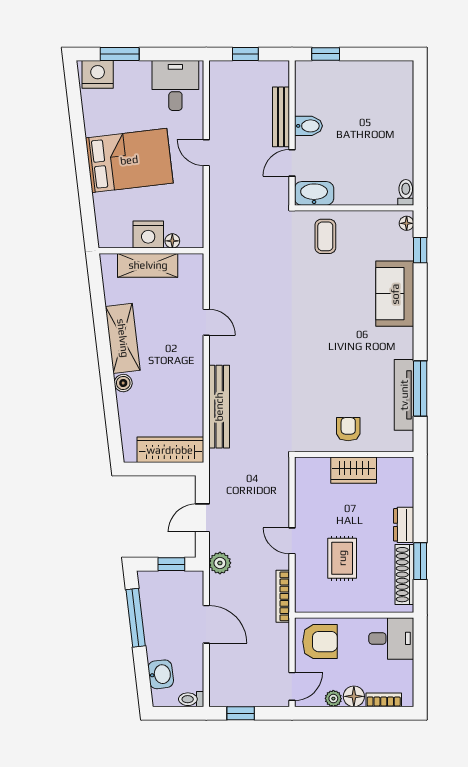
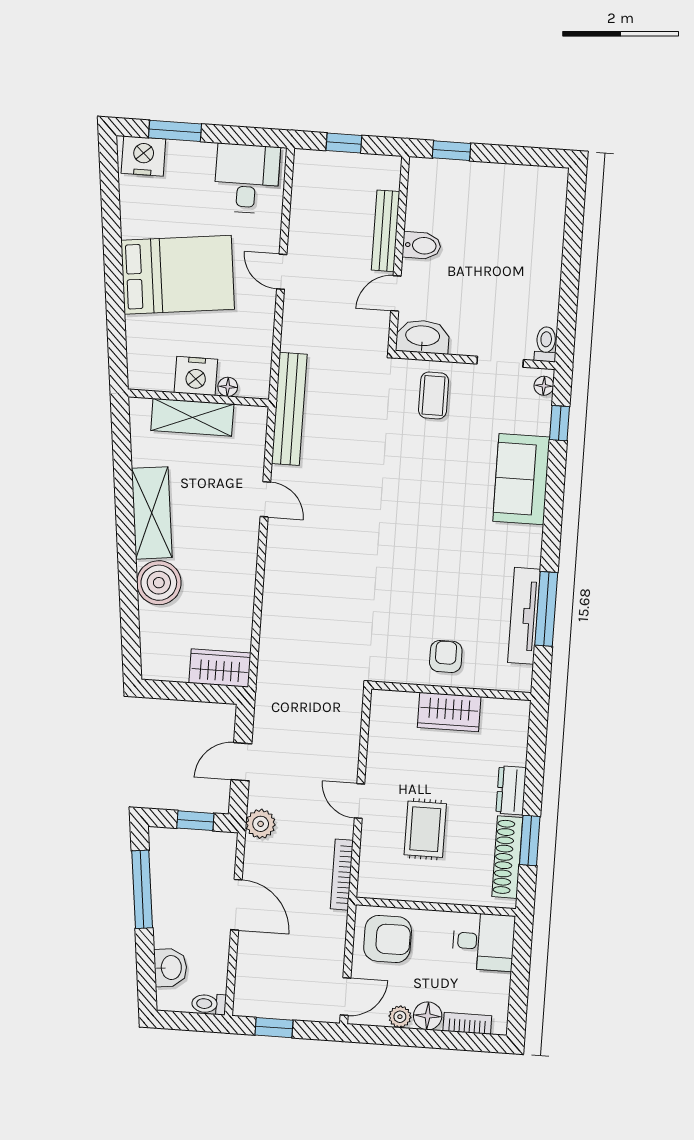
doorway: (373, 208) -> (500, 362), added
boiler: (123, 383) -> (159, 583), width x1.86, depth x1.86
bench: (219, 407) -> (289, 409), moved
wardrobe: (170, 450) -> (220, 668), width x0.67

